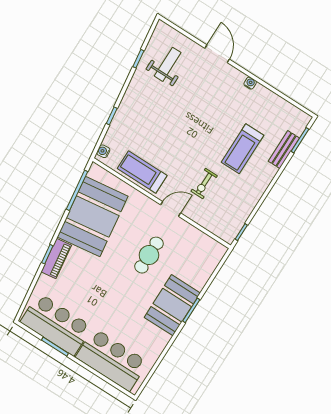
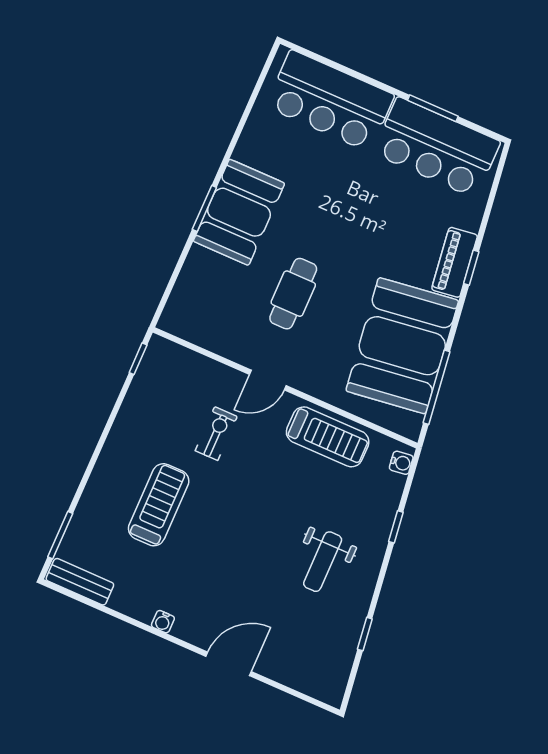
door: (217, 54) -> (229, 664), swing flipped
weight bench: (168, 64) -> (323, 562), moved
bench: (284, 150) -> (80, 582), moved, turned 90

